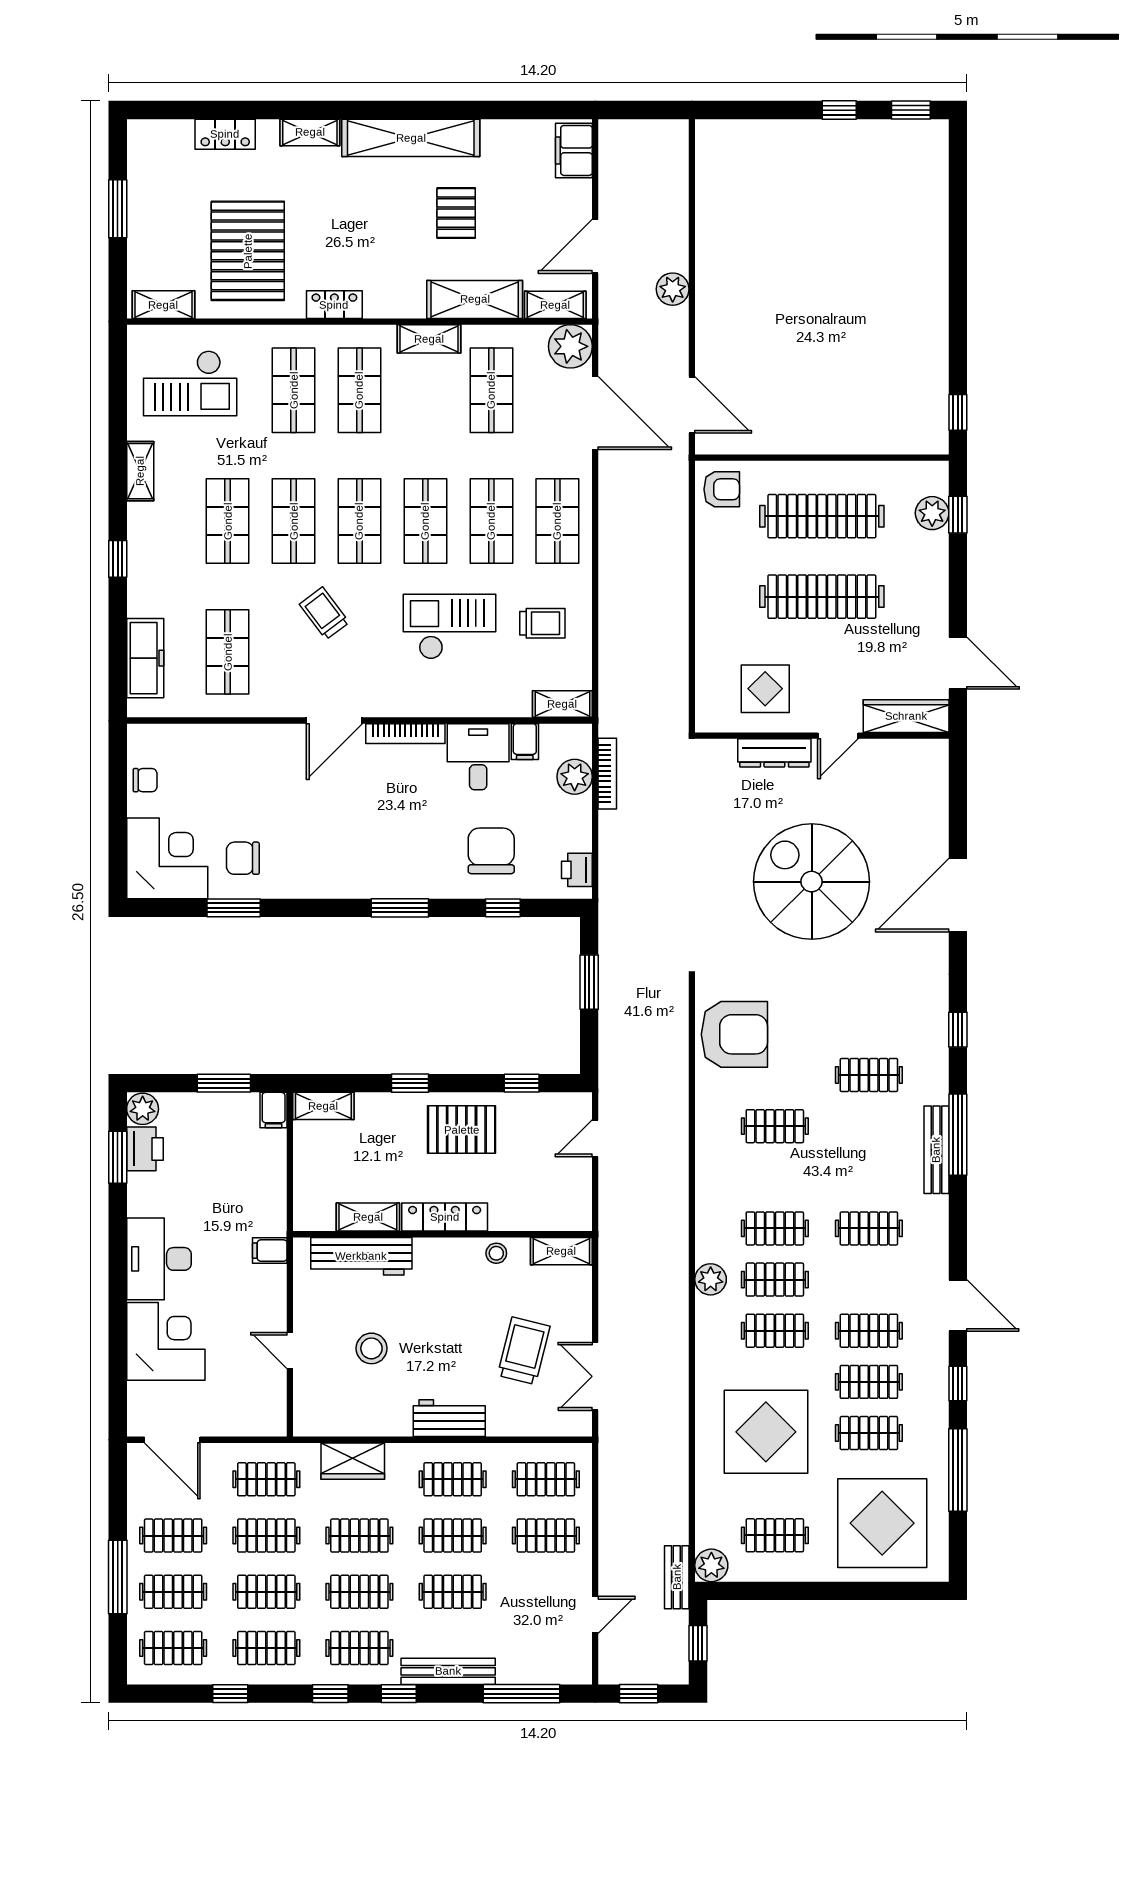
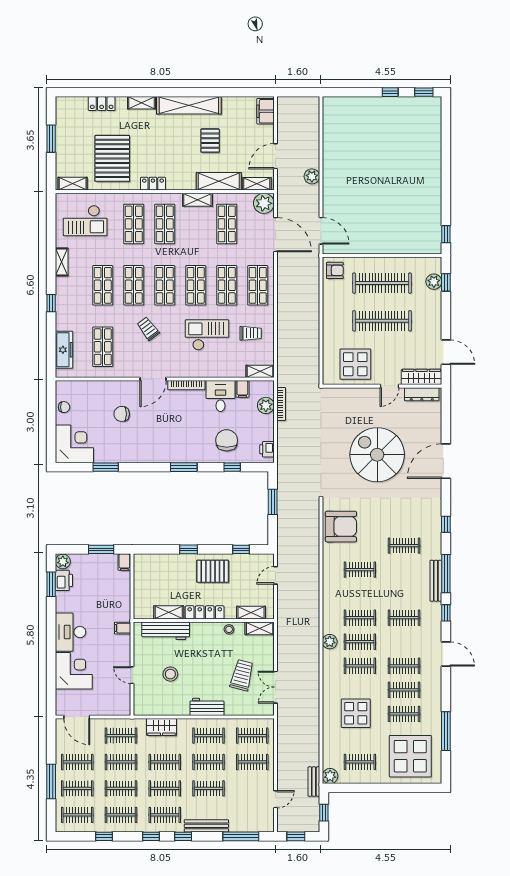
display table: (765, 689) -> (355, 364), width x1.36, depth x1.36
dresser: (774, 753) -> (422, 394), moved
chair: (243, 858) -> (122, 414), moved
shelving: (323, 1106) -> (251, 613), moved
window: (958, 1384) -> (446, 613), moved
display table: (766, 1432) -> (356, 713), width x0.73, depth x0.73

